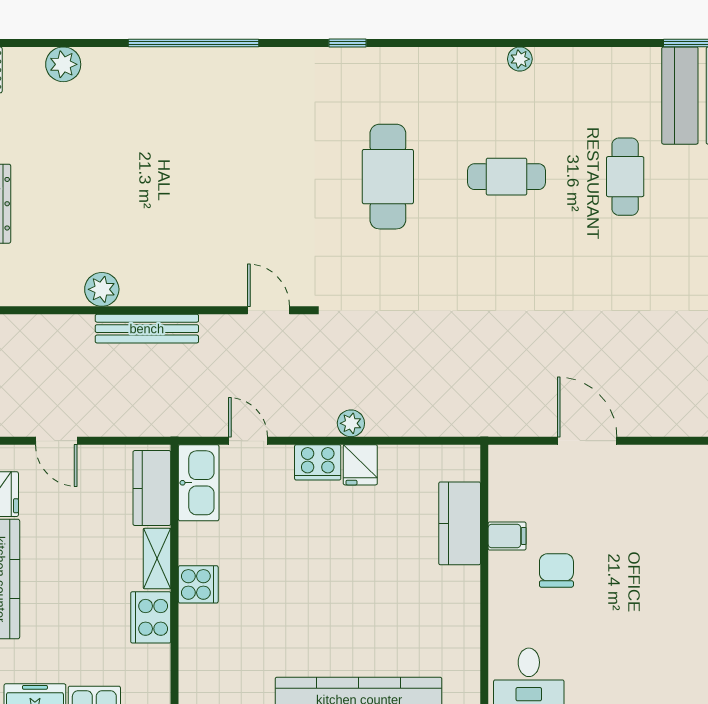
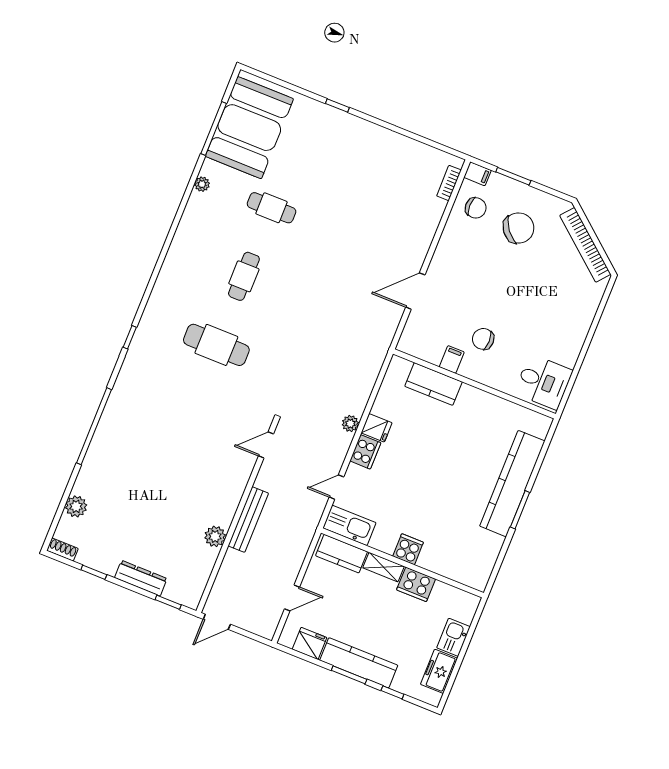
plant: (520, 59) -> (202, 184), moved

